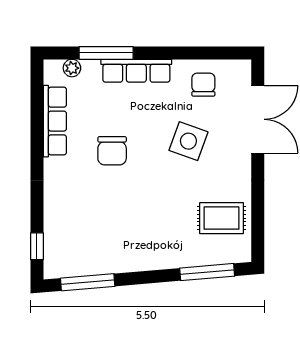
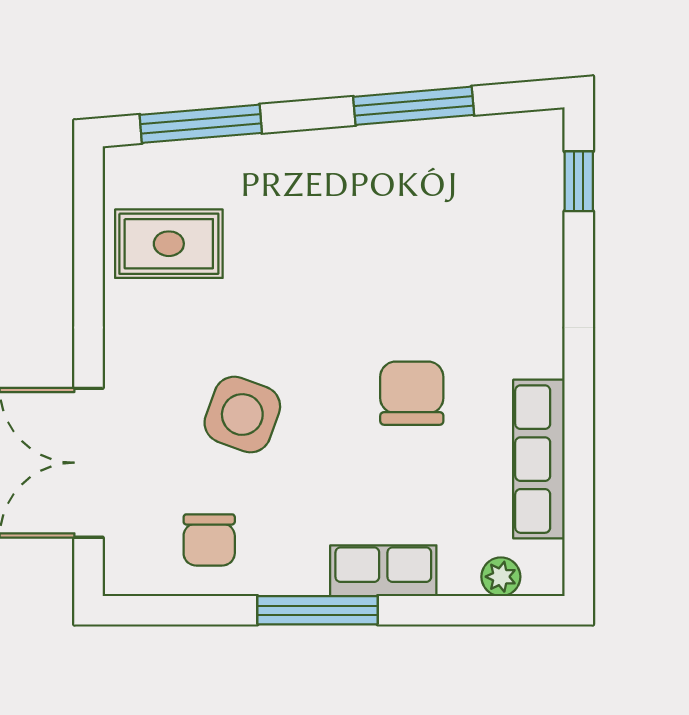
window: (106, 53) -> (317, 610), moved
row of seats: (136, 71) -> (383, 571), width x0.68
window: (88, 282) -> (414, 106), moved

